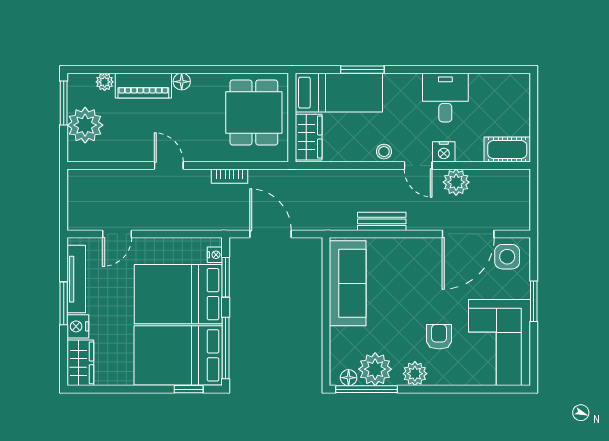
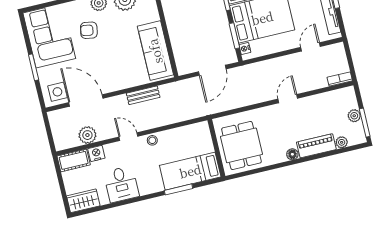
plant: (85, 125) -> (354, 116), width x0.53, depth x0.53
wardrobe: (309, 137) -> (83, 201), moved, turned 90
nightstand: (444, 152) -> (96, 153), moved
door: (169, 165) -> (288, 99), swing flipped
bookcase: (229, 176) -> (340, 79), moved
plant: (456, 182) -> (87, 135), moved
door: (271, 234) -> (212, 70), hinge flipped
door: (468, 234) -> (86, 100), hinge flipped
armchair: (439, 337) -> (89, 30), turned 100

